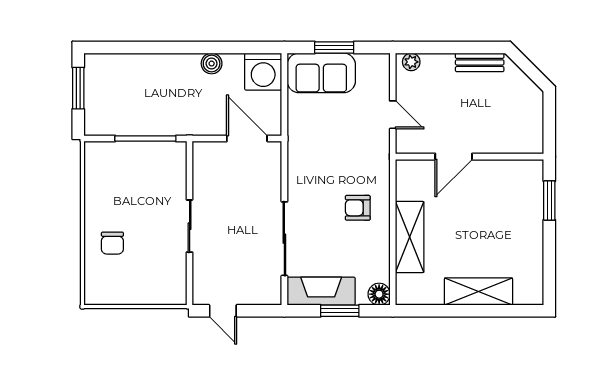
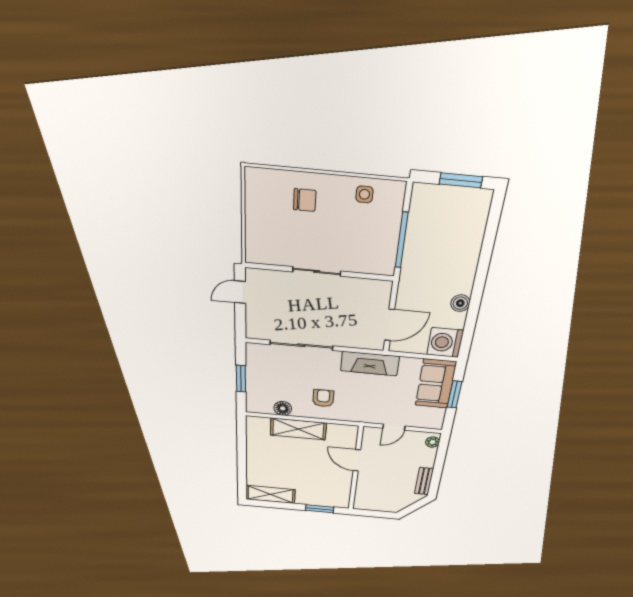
side table: (101, 183) -> (364, 194), added
chair: (112, 243) -> (305, 200), turned 180
fireplace: (321, 291) -> (370, 364), moved, turned 90
shelving: (478, 292) -> (270, 494), moved, turned 90
floor lamp: (379, 294) -> (283, 408), moved

